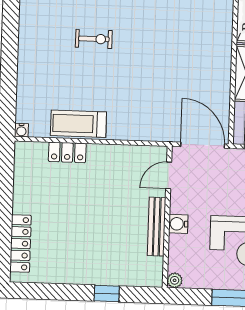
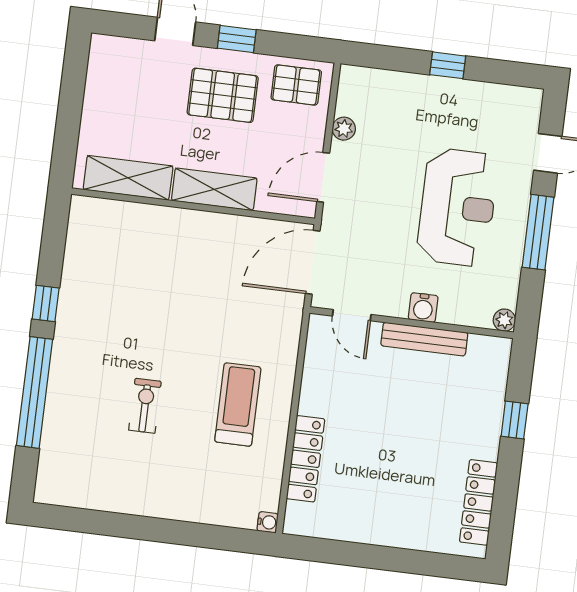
treadmill: (78, 124) -> (238, 404), moved, turned 180
locker: (67, 152) -> (306, 459), width x1.53
locker: (21, 244) -> (478, 502), moved, turned -90

